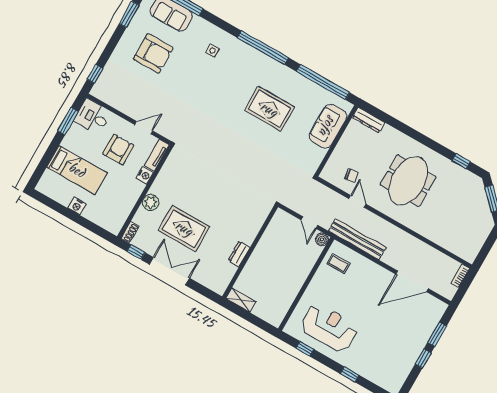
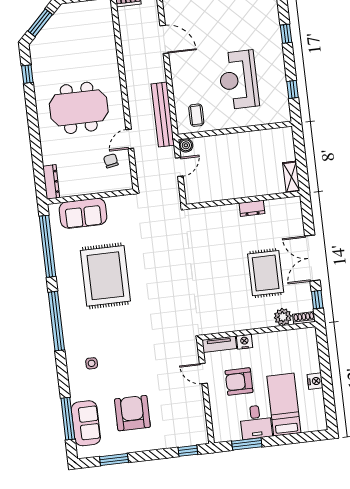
rug: (269, 109) -> (105, 276), width x1.37, depth x1.44
desk: (93, 117) -> (256, 422), moved
plant: (151, 202) -> (283, 317), moved
door: (412, 281) -> (164, 39), width x0.73
reception desk: (329, 328) -> (238, 80), moved

